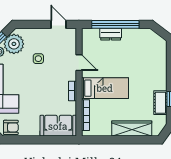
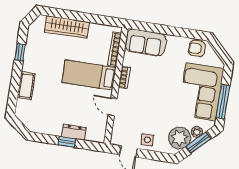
window: (115, 24) -> (67, 142), width x0.32
side table: (38, 59) -> (147, 140), moved
cot: (160, 103) -> (26, 86), moved

